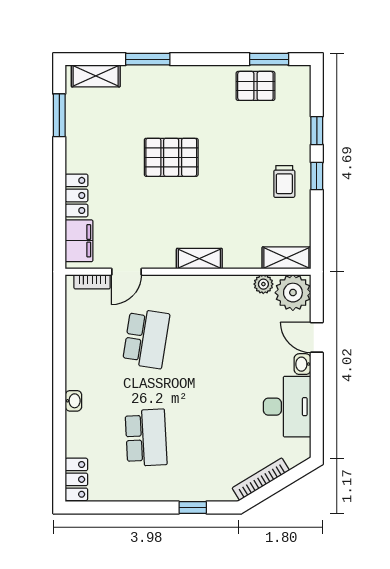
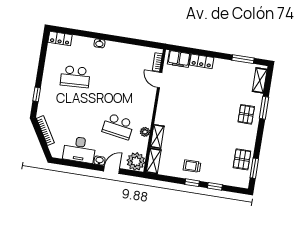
pallet: (171, 157) -> (246, 114), moved, width x0.67, depth x0.71
shelving: (199, 259) -> (157, 136), moved
plant: (263, 284) -> (145, 132), moved
school desk: (146, 338) -> (118, 126), moved

